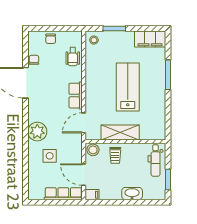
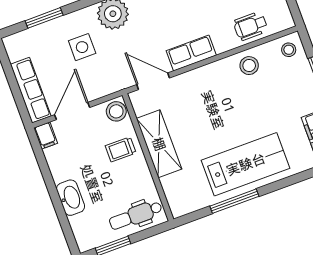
stool: (95, 66) -> (249, 66), added
window: (168, 75) -> (234, 201), moved
lab bench: (128, 87) -> (246, 164), moved
window: (25, 171) -> (44, 18), added

